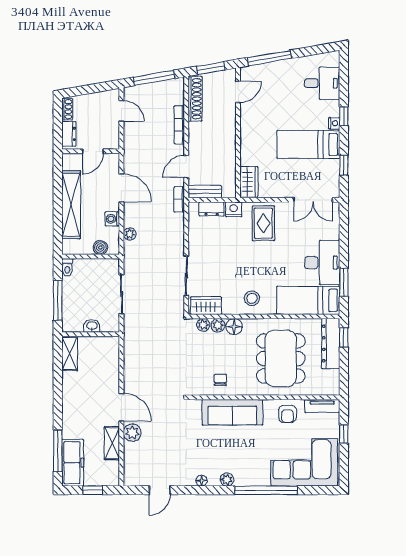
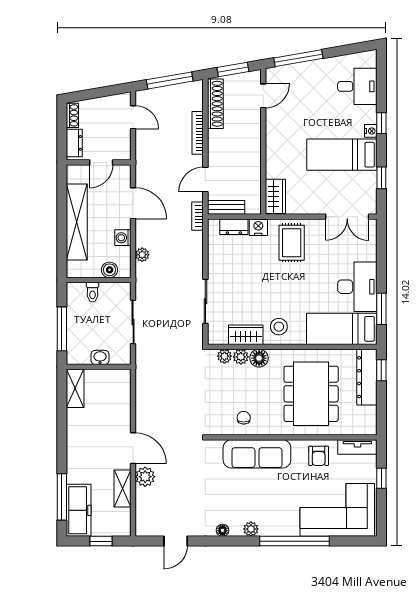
toilet: (67, 267) -> (92, 292), moved
wardrobe: (206, 306) -> (246, 335), moved

